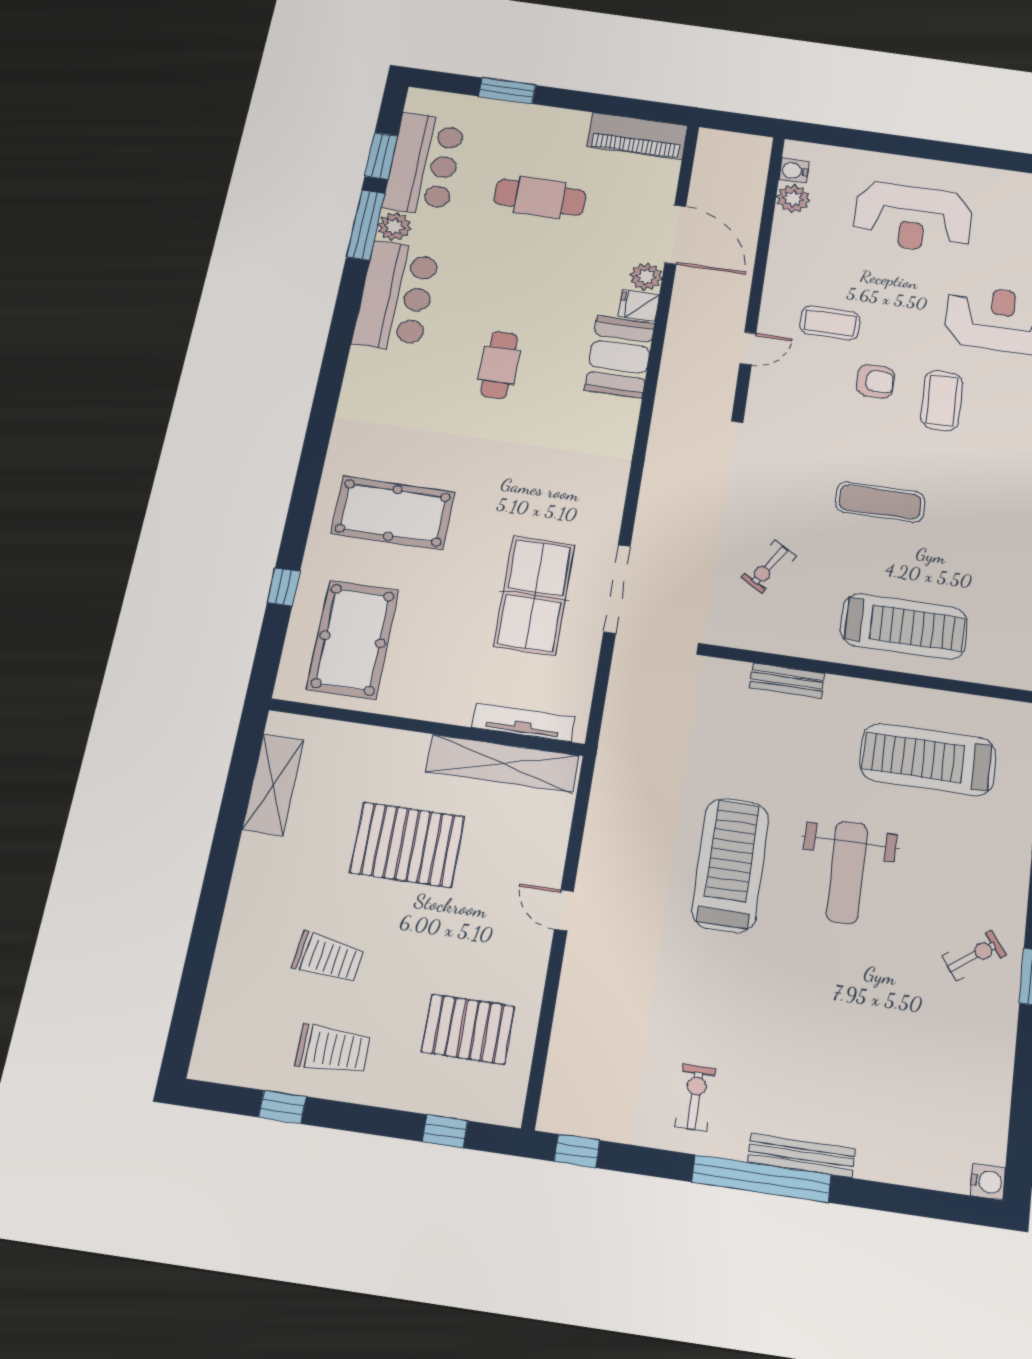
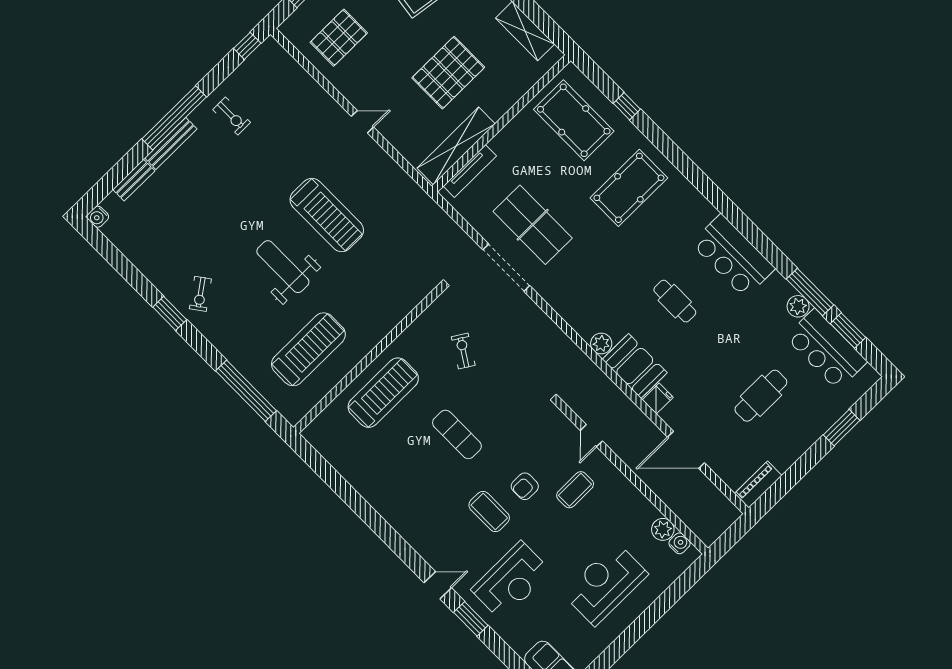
piano: (637, 136) -> (758, 485), width x0.73, depth x0.75
plant: (646, 277) -> (601, 344), moved
bar counter: (396, 297) -> (733, 256), moved
exercise mat: (880, 502) -> (457, 434), turned 90
treadmill: (904, 626) -> (383, 393), turned 180
bench: (787, 680) -> (134, 180), moved

